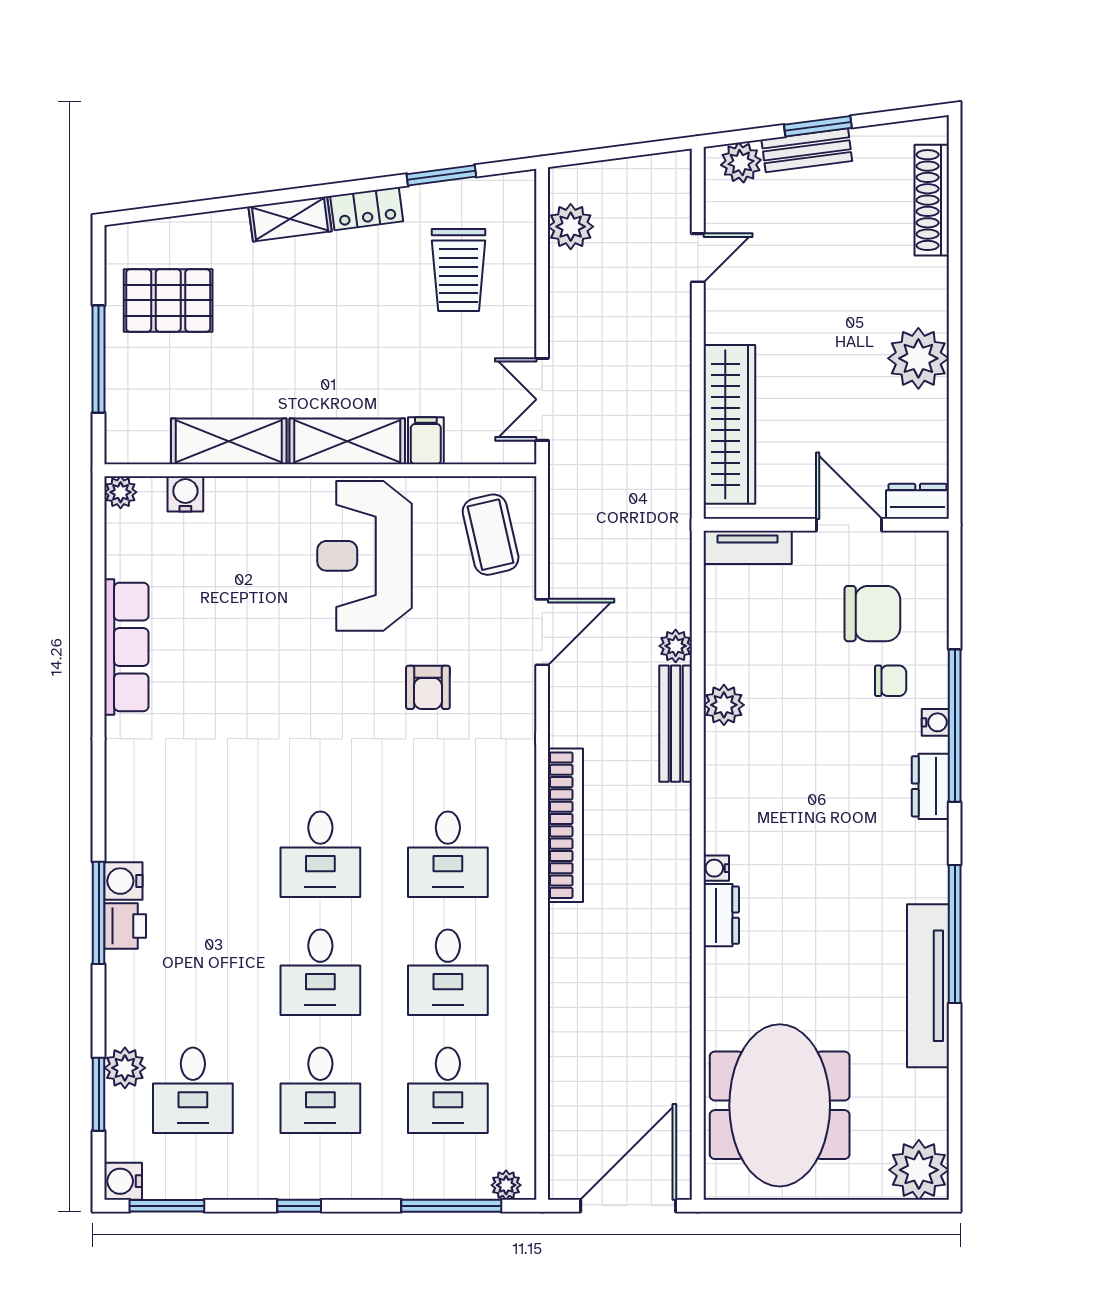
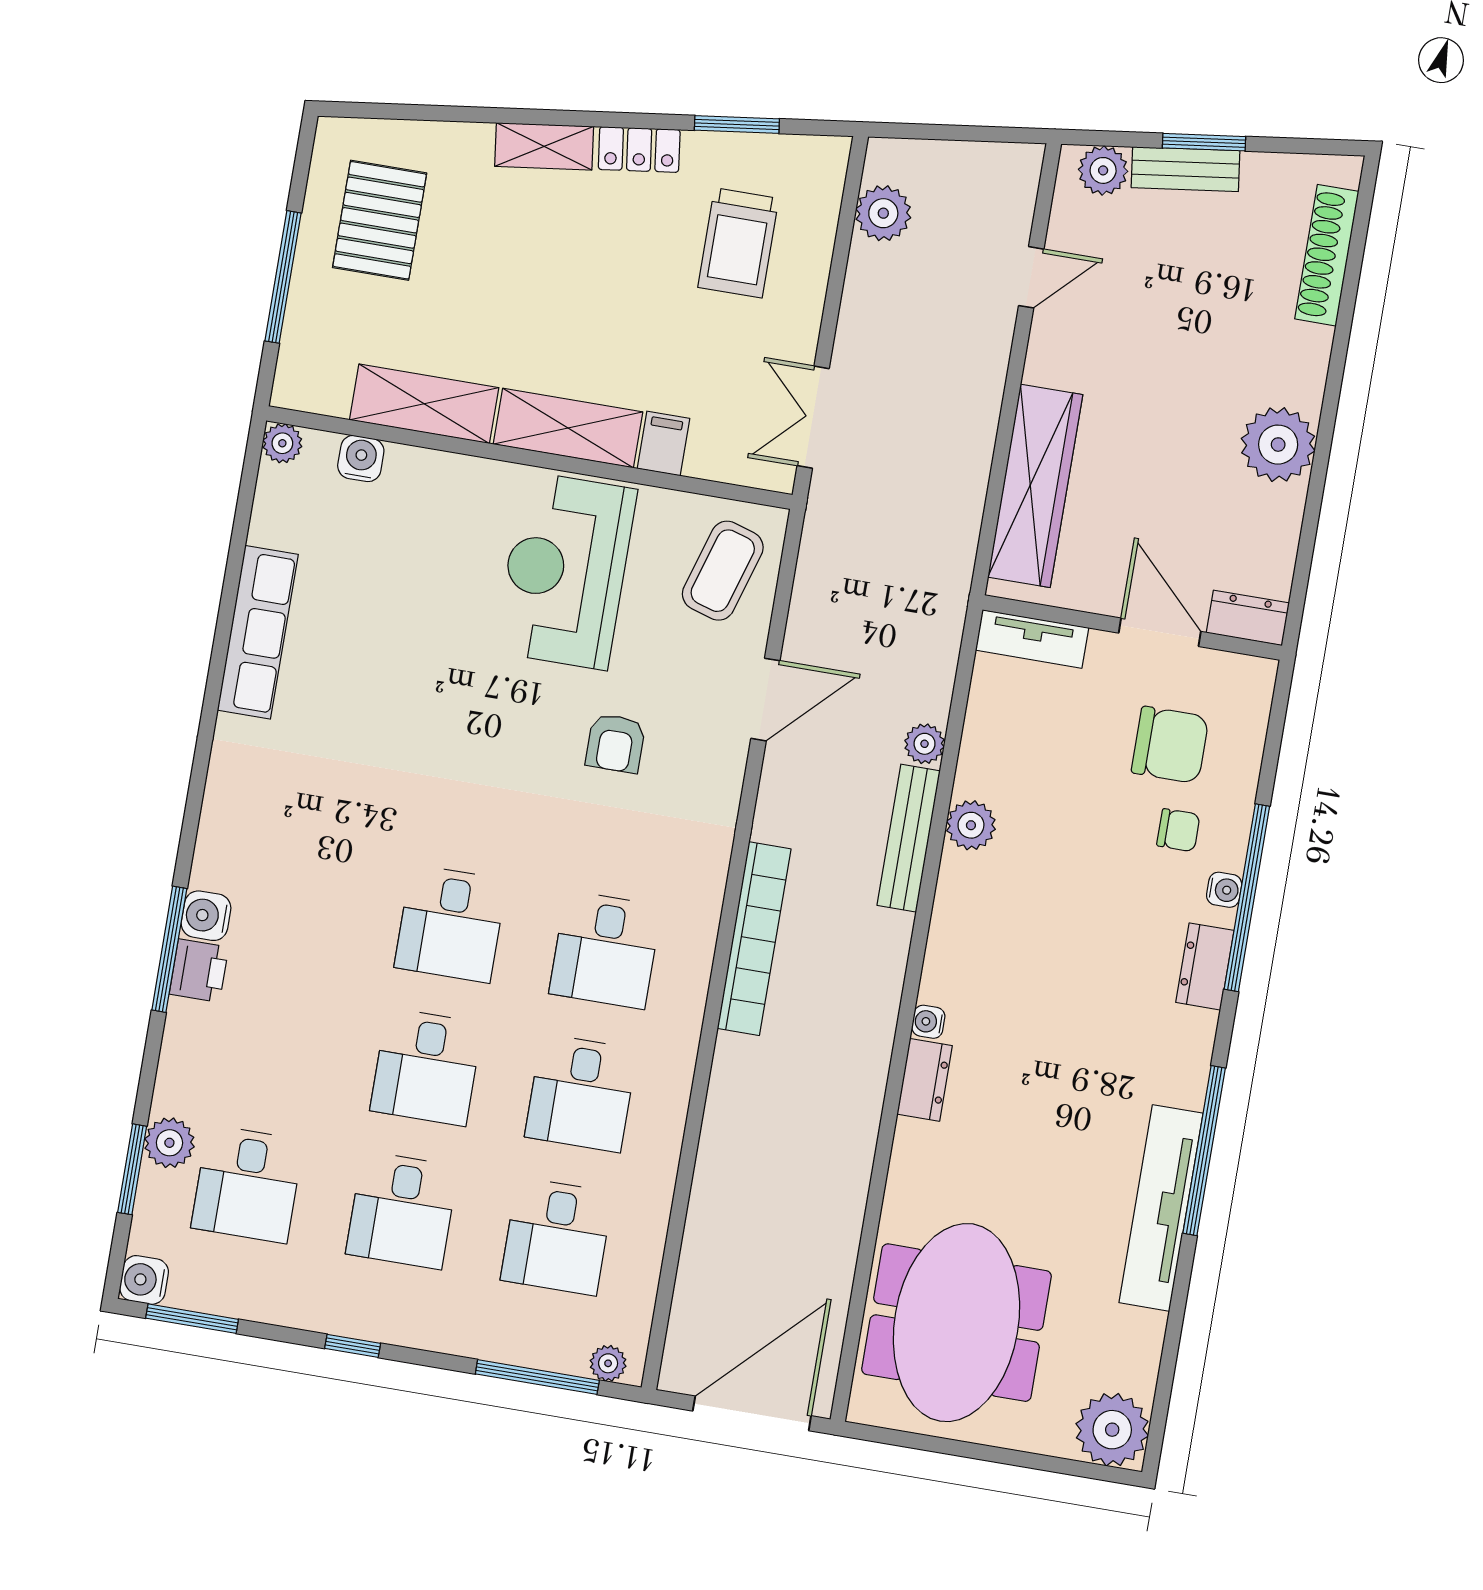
pallet: (168, 300) -> (380, 220), turned 90
coffee table: (491, 535) -> (723, 571), turned 30

